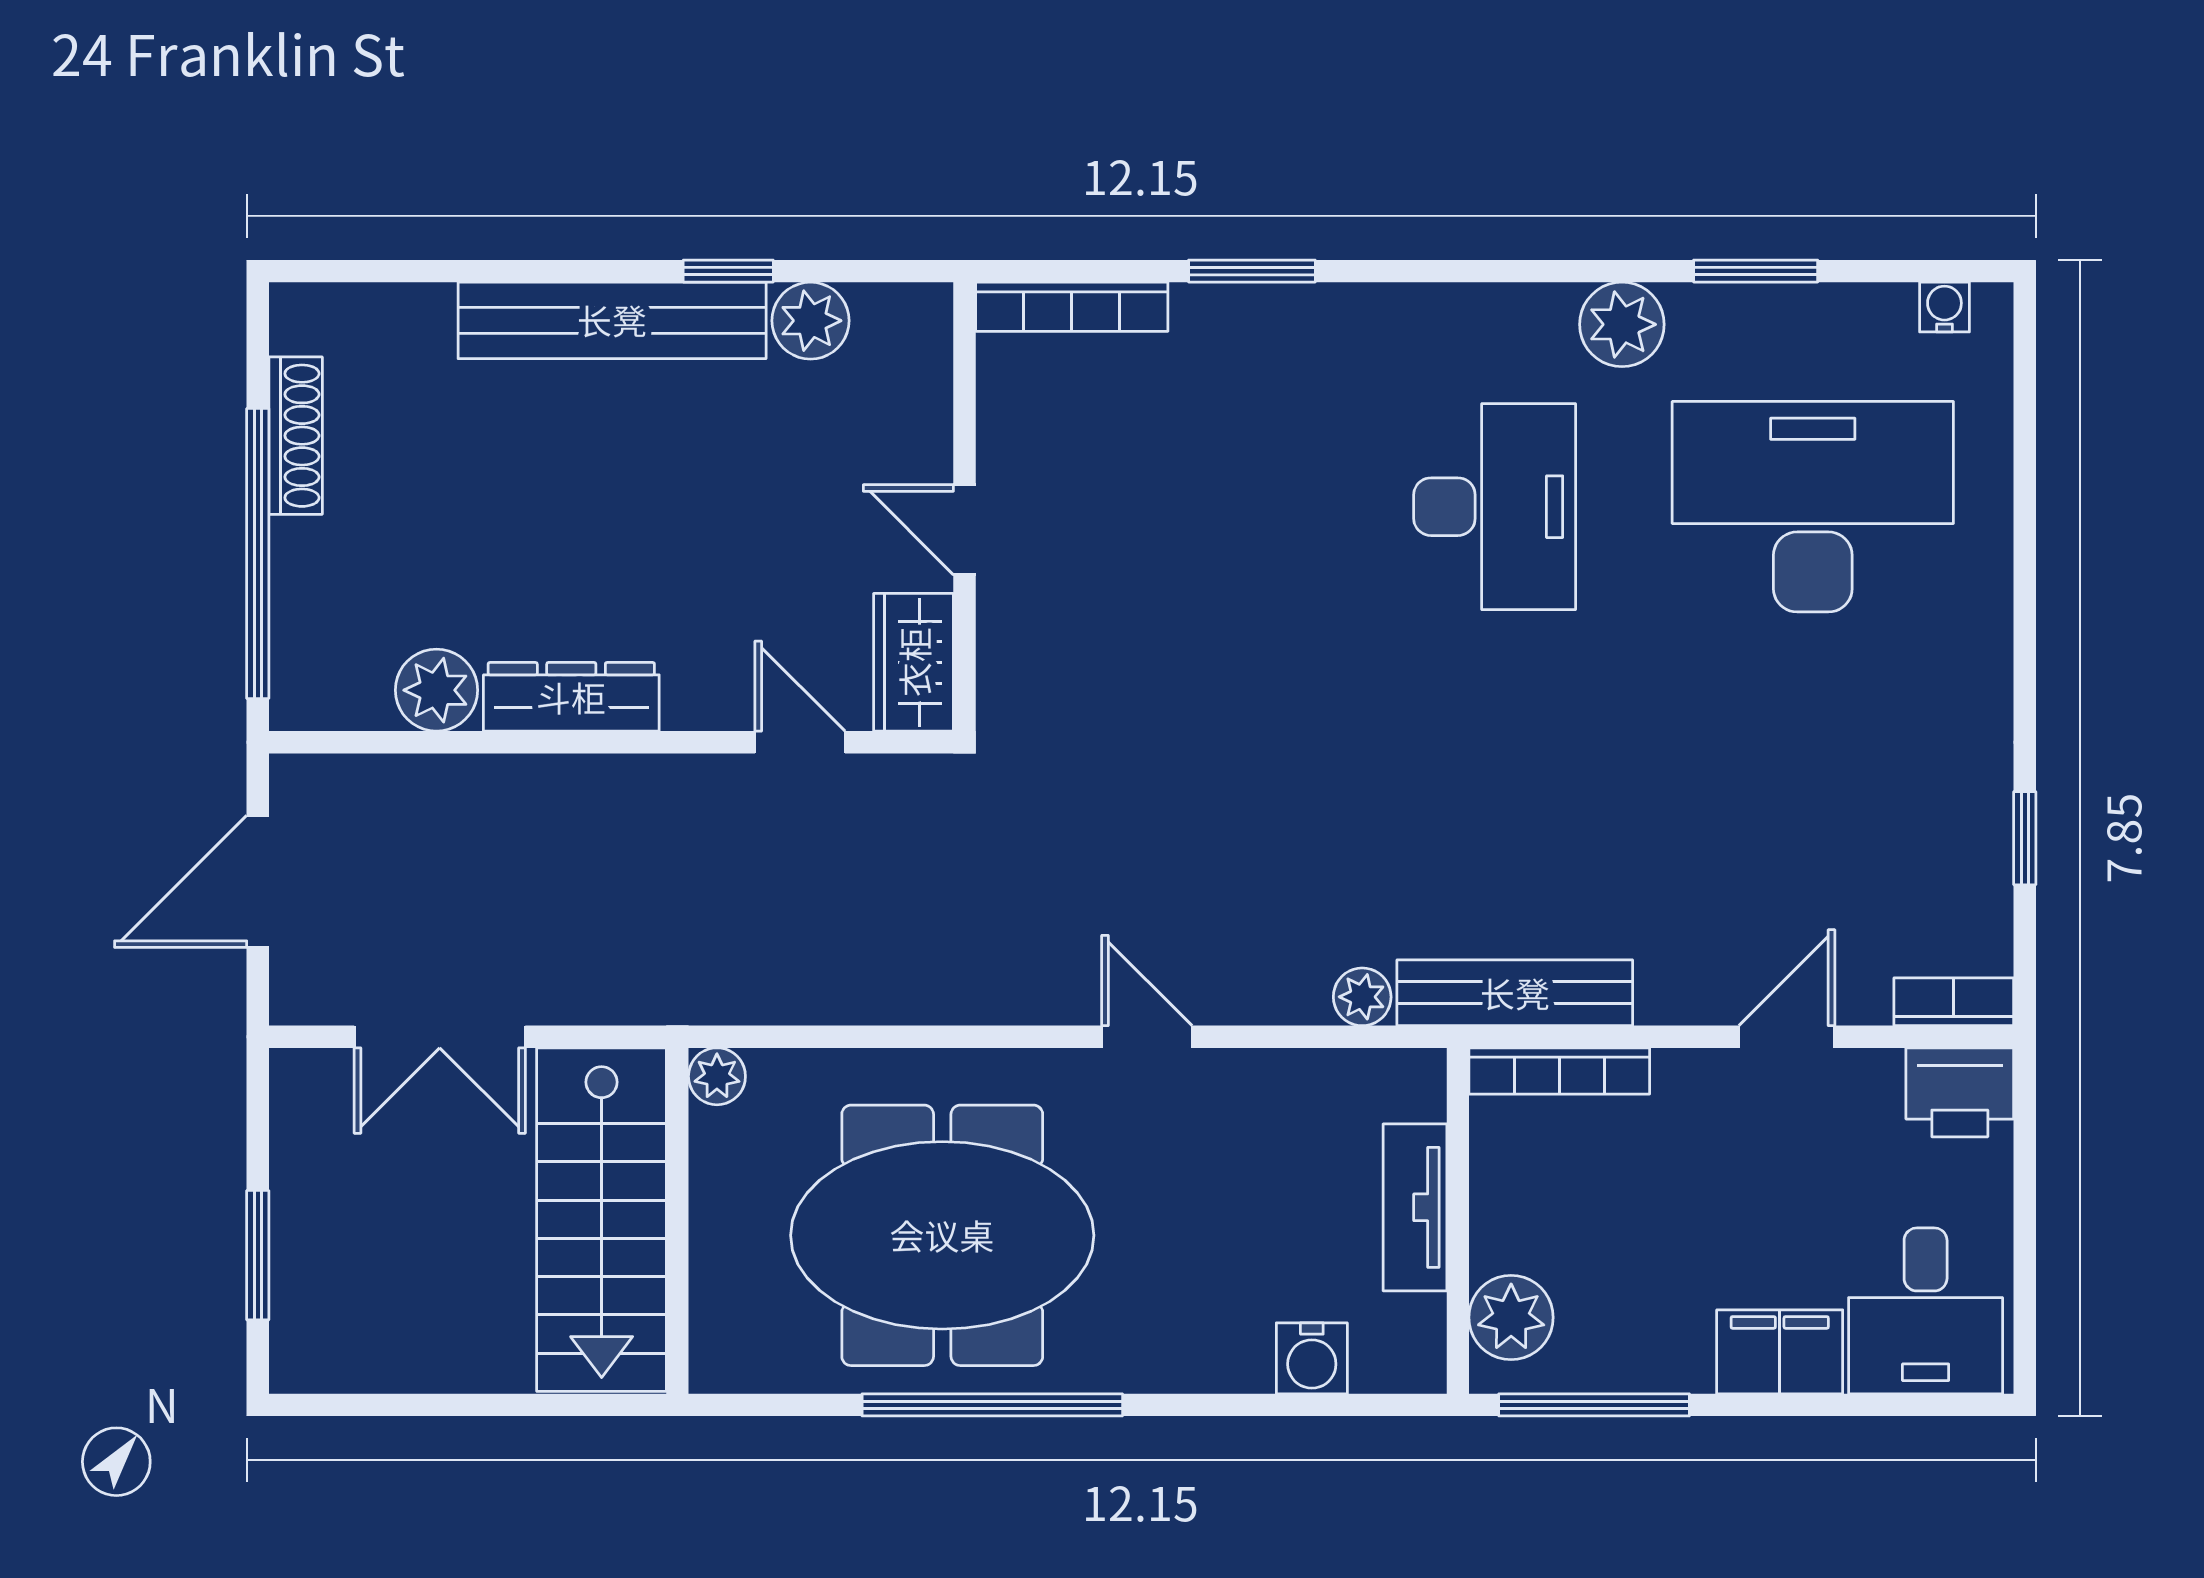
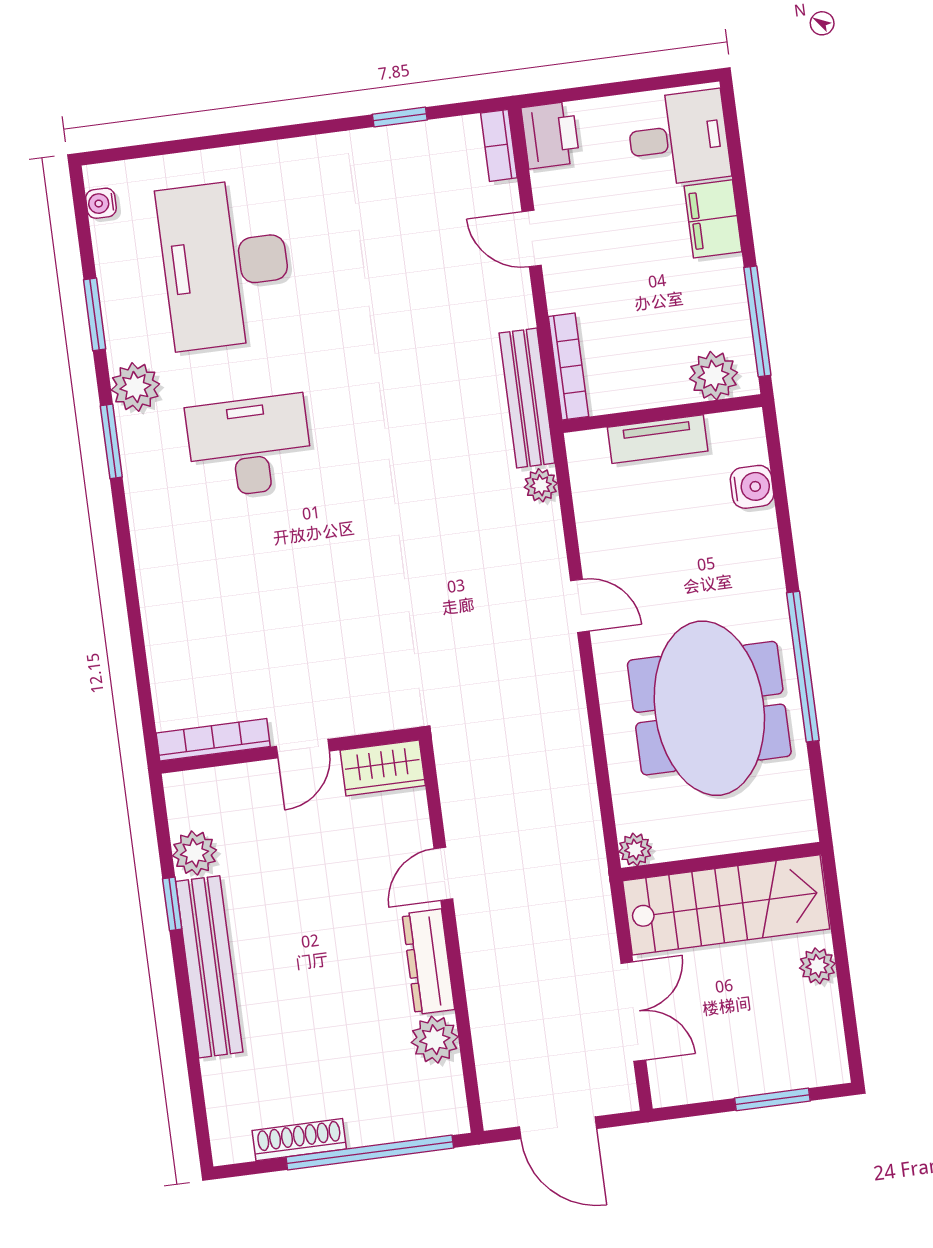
window: (1252, 271) -> (111, 441), moved
bookcase: (1072, 307) -> (213, 740), moved, turned -90
door: (800, 742) -> (443, 874), moved
door: (1147, 1037) -> (580, 606), swing flipped
plant: (477, 1362) -> (817, 966), added

